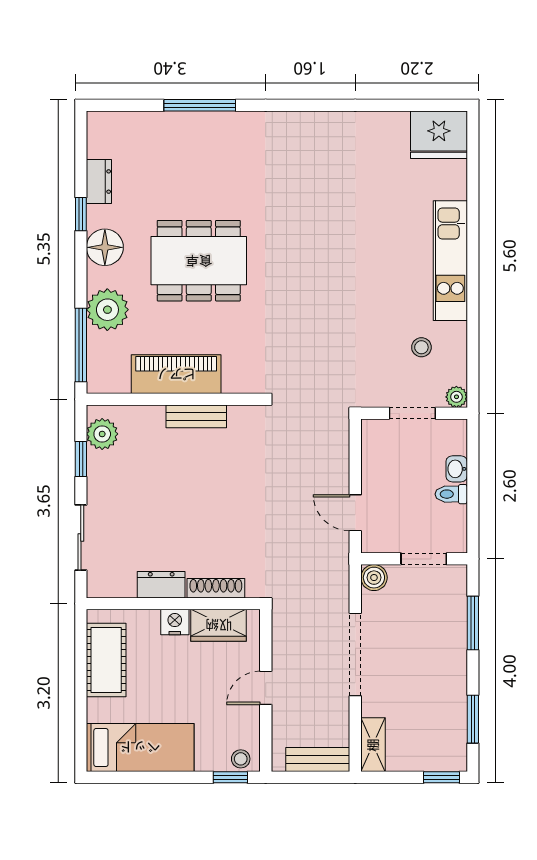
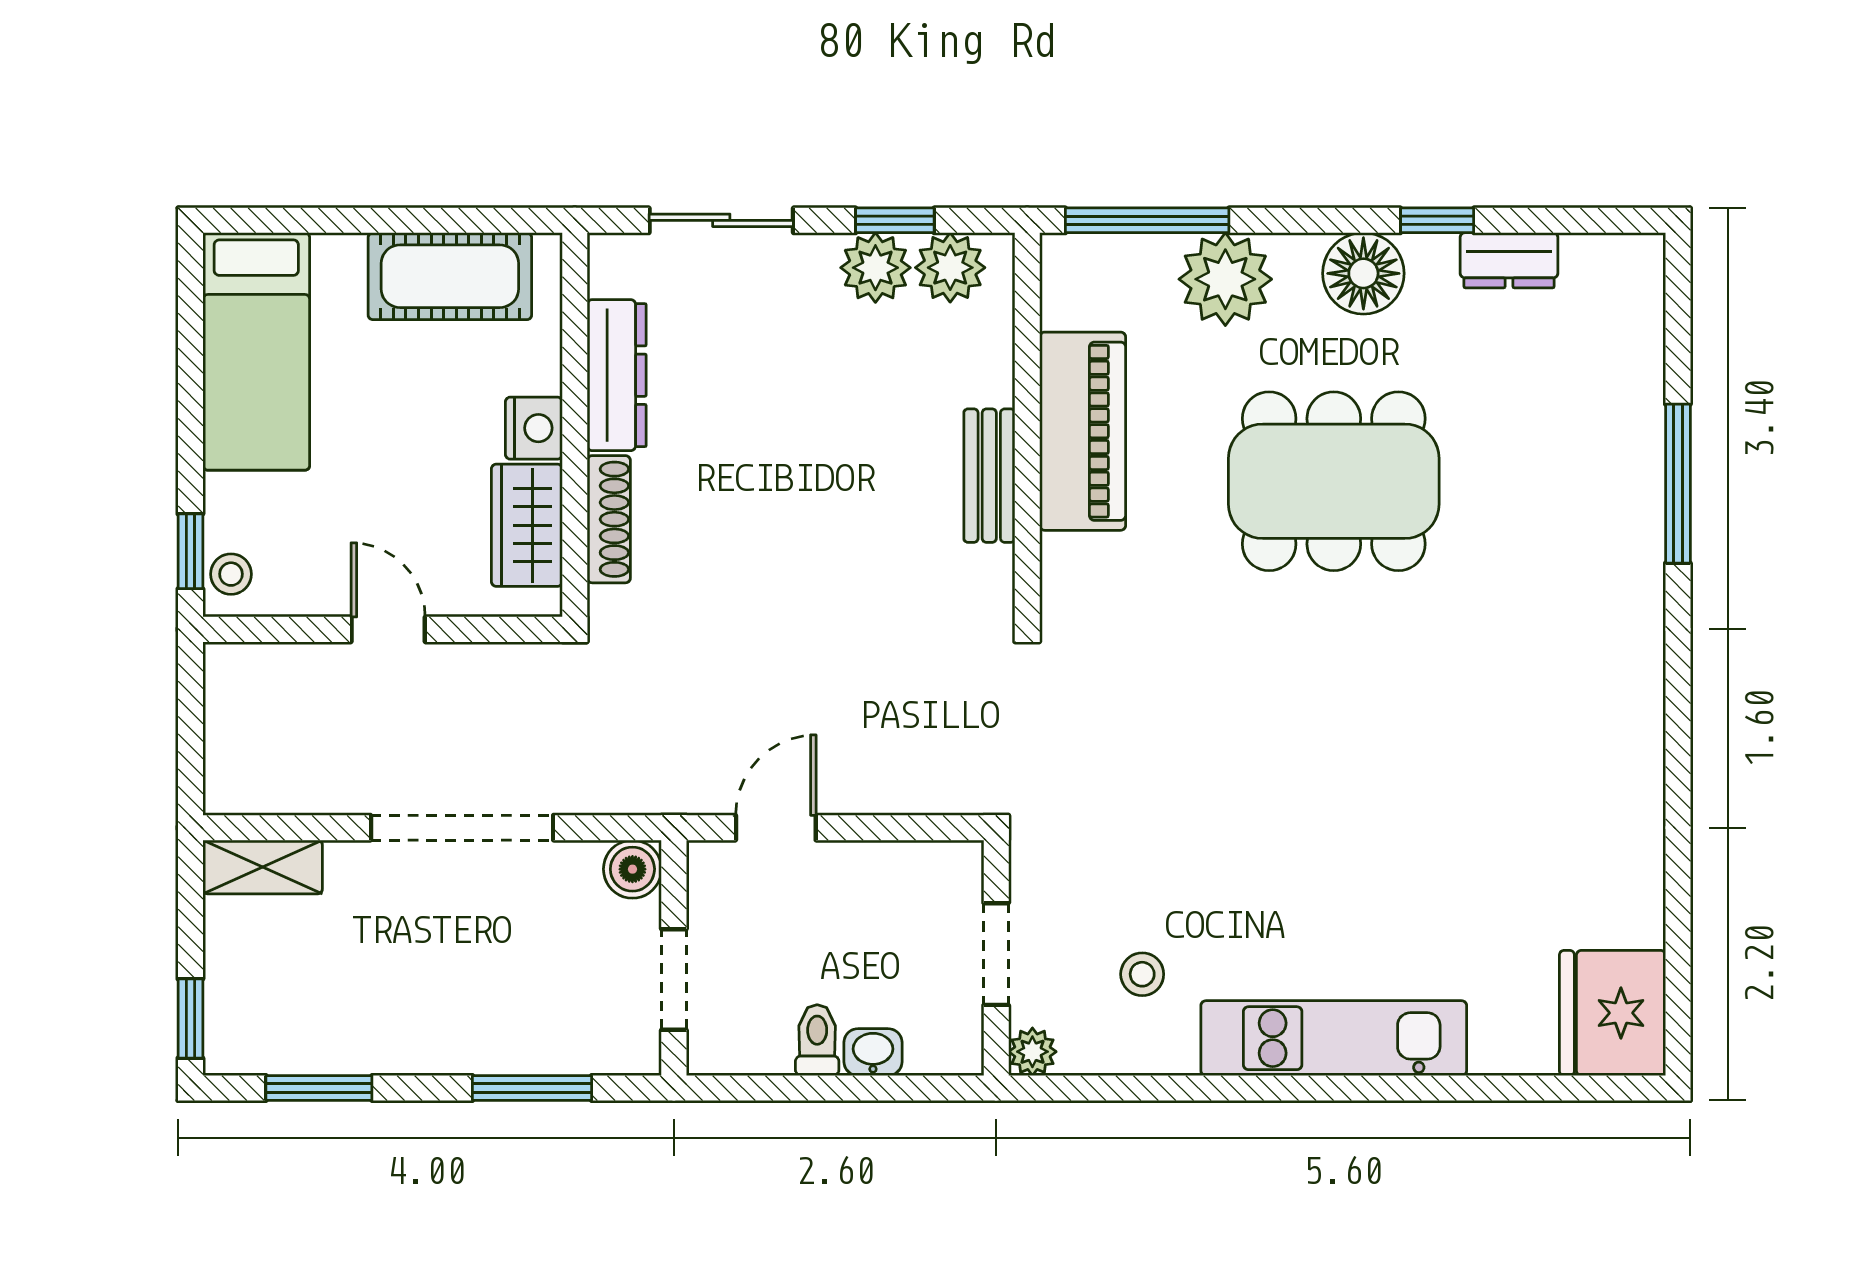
dining table: (199, 261) -> (1334, 481), turned 90
plant: (102, 468) -> (875, 268), added
dresser: (161, 585) -> (617, 375), width x1.44
bench: (318, 759) -> (230, 745), removed

